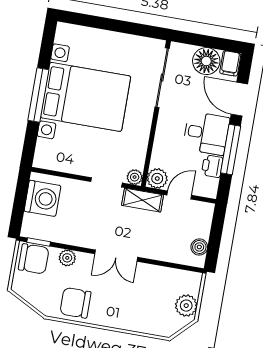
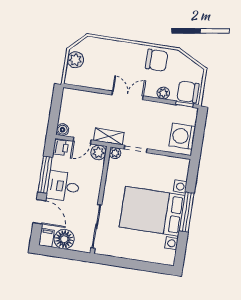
printer: (212, 166) -> (61, 147), moved
boiler: (199, 247) -> (63, 130), moved

